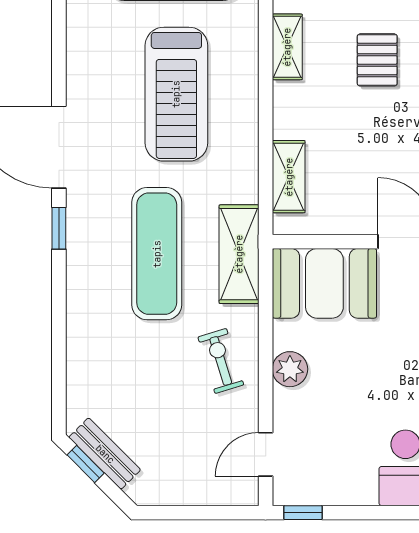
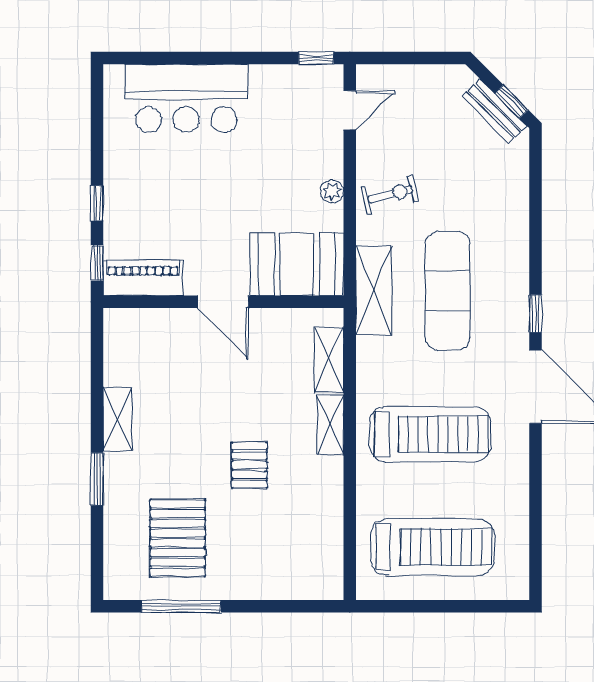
shelving: (287, 47) -> (330, 425), moved
treadmill: (176, 94) -> (430, 434), turned 90
exercise bike: (221, 361) -> (390, 194), turned -87
plant: (290, 369) -> (332, 191), width x0.73, depth x0.73

